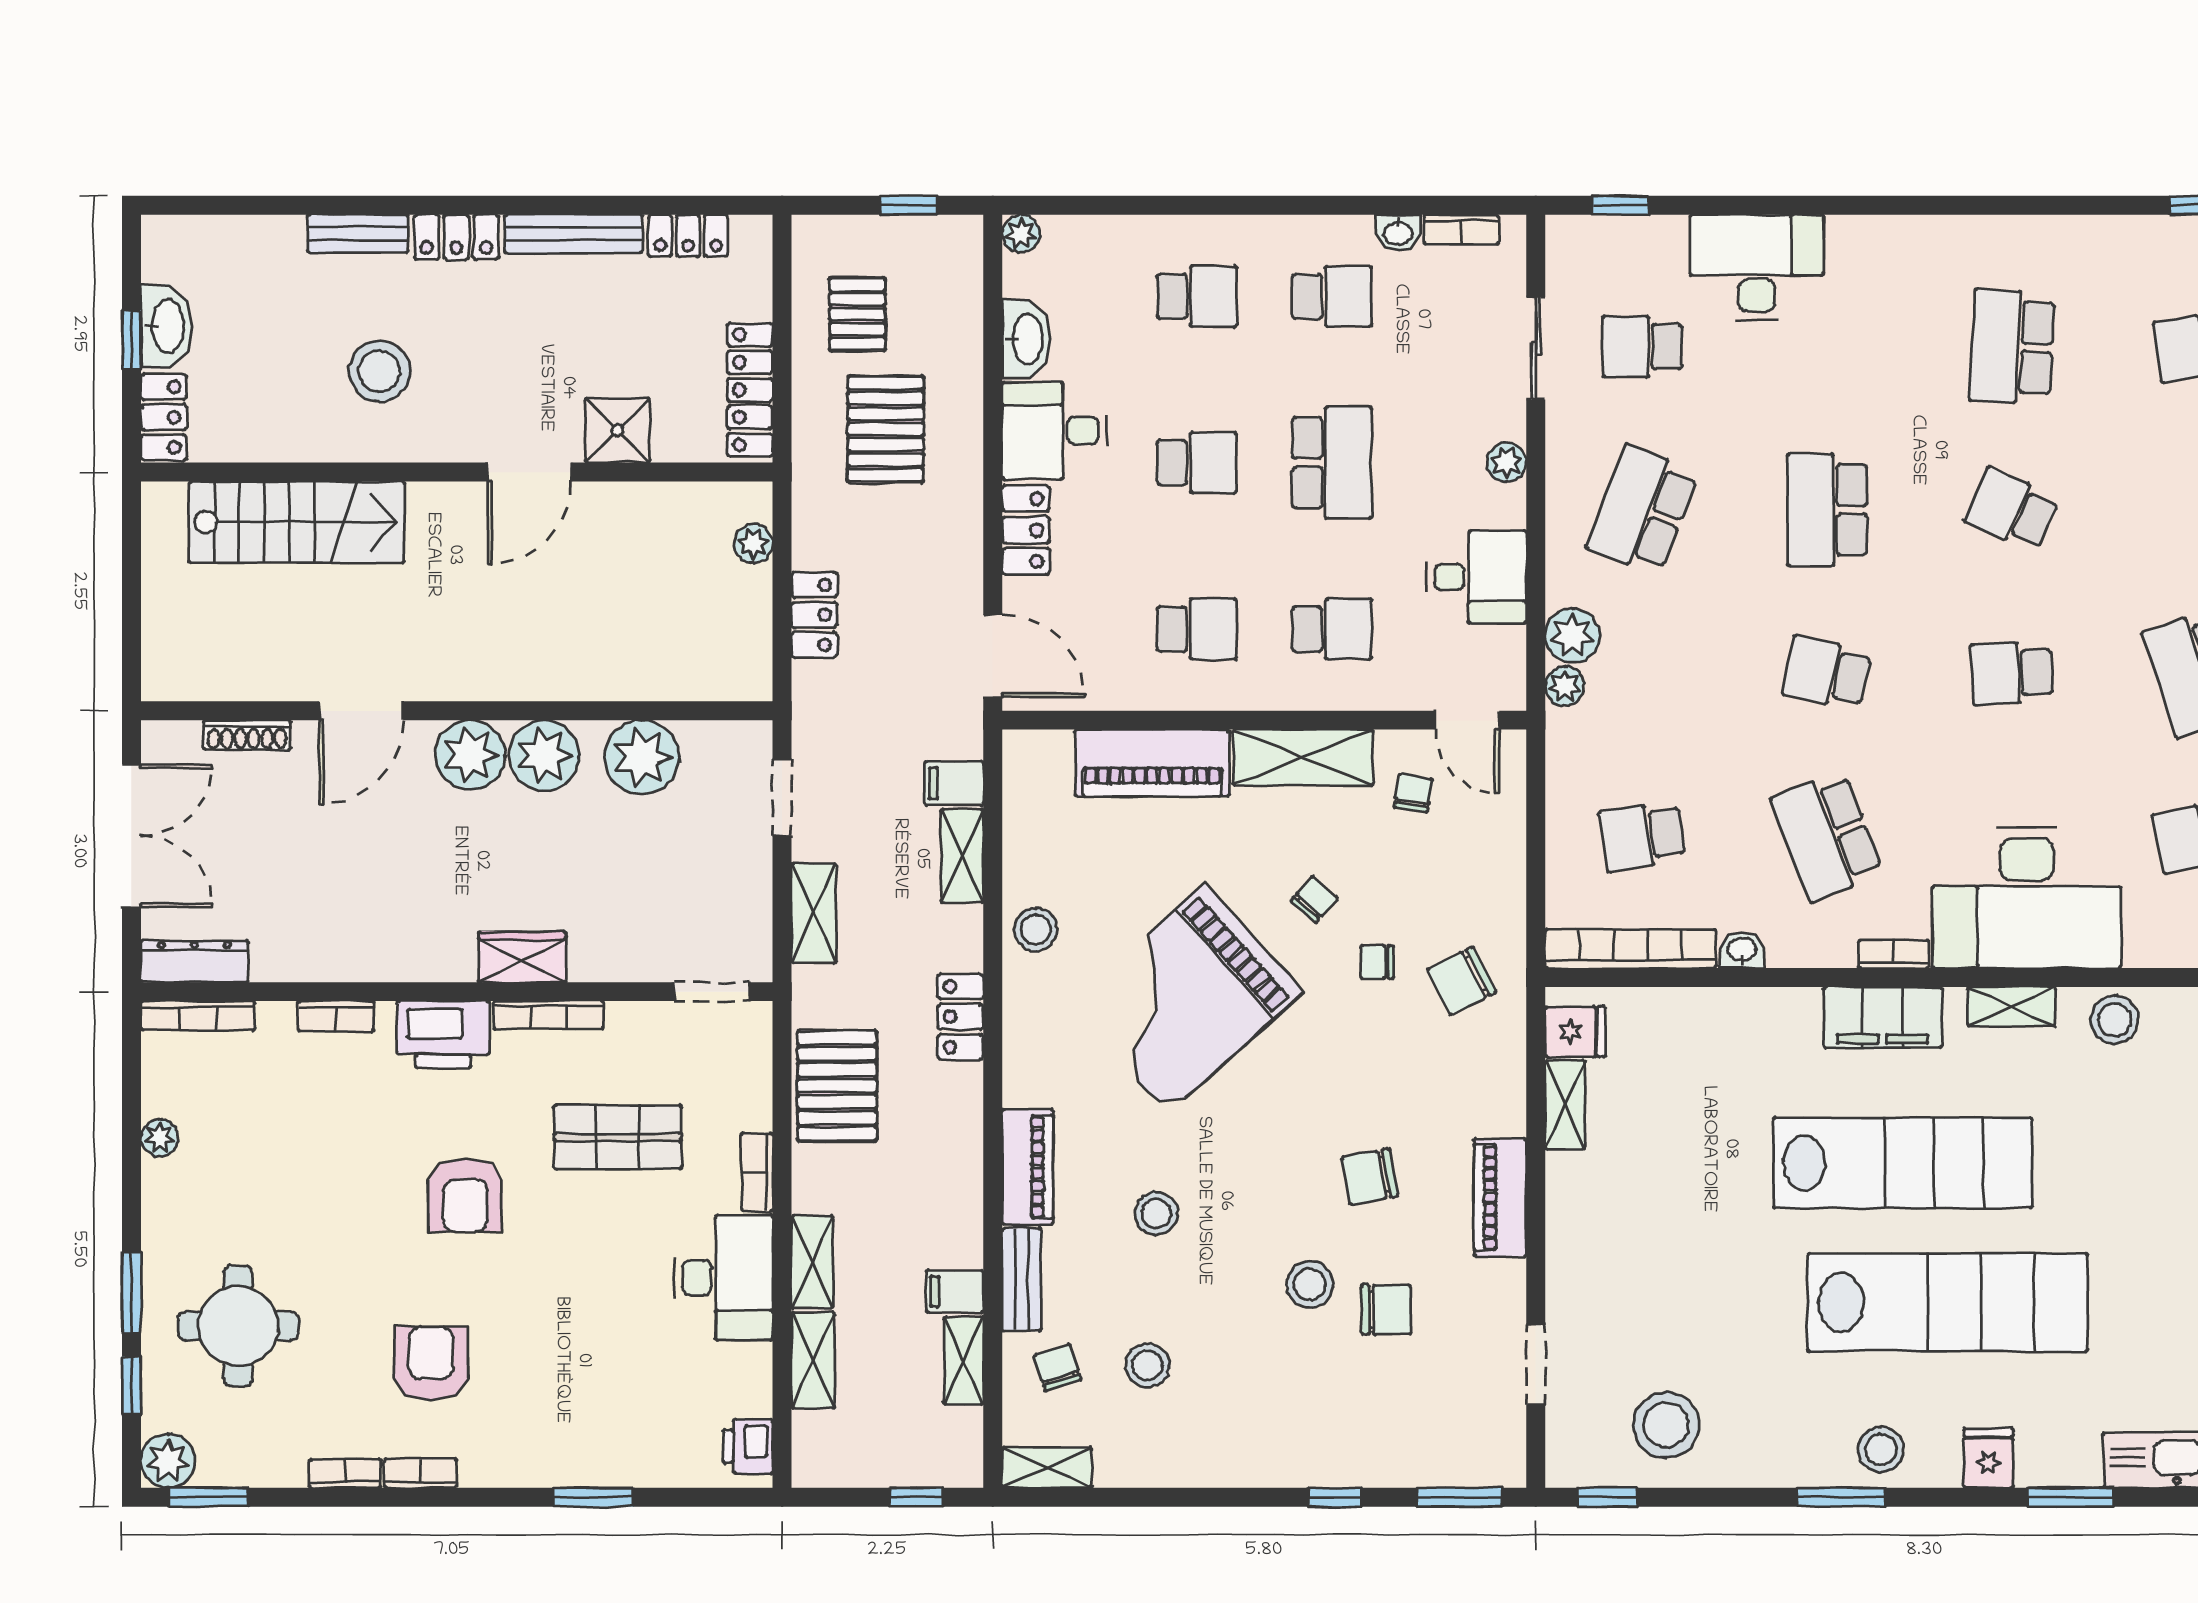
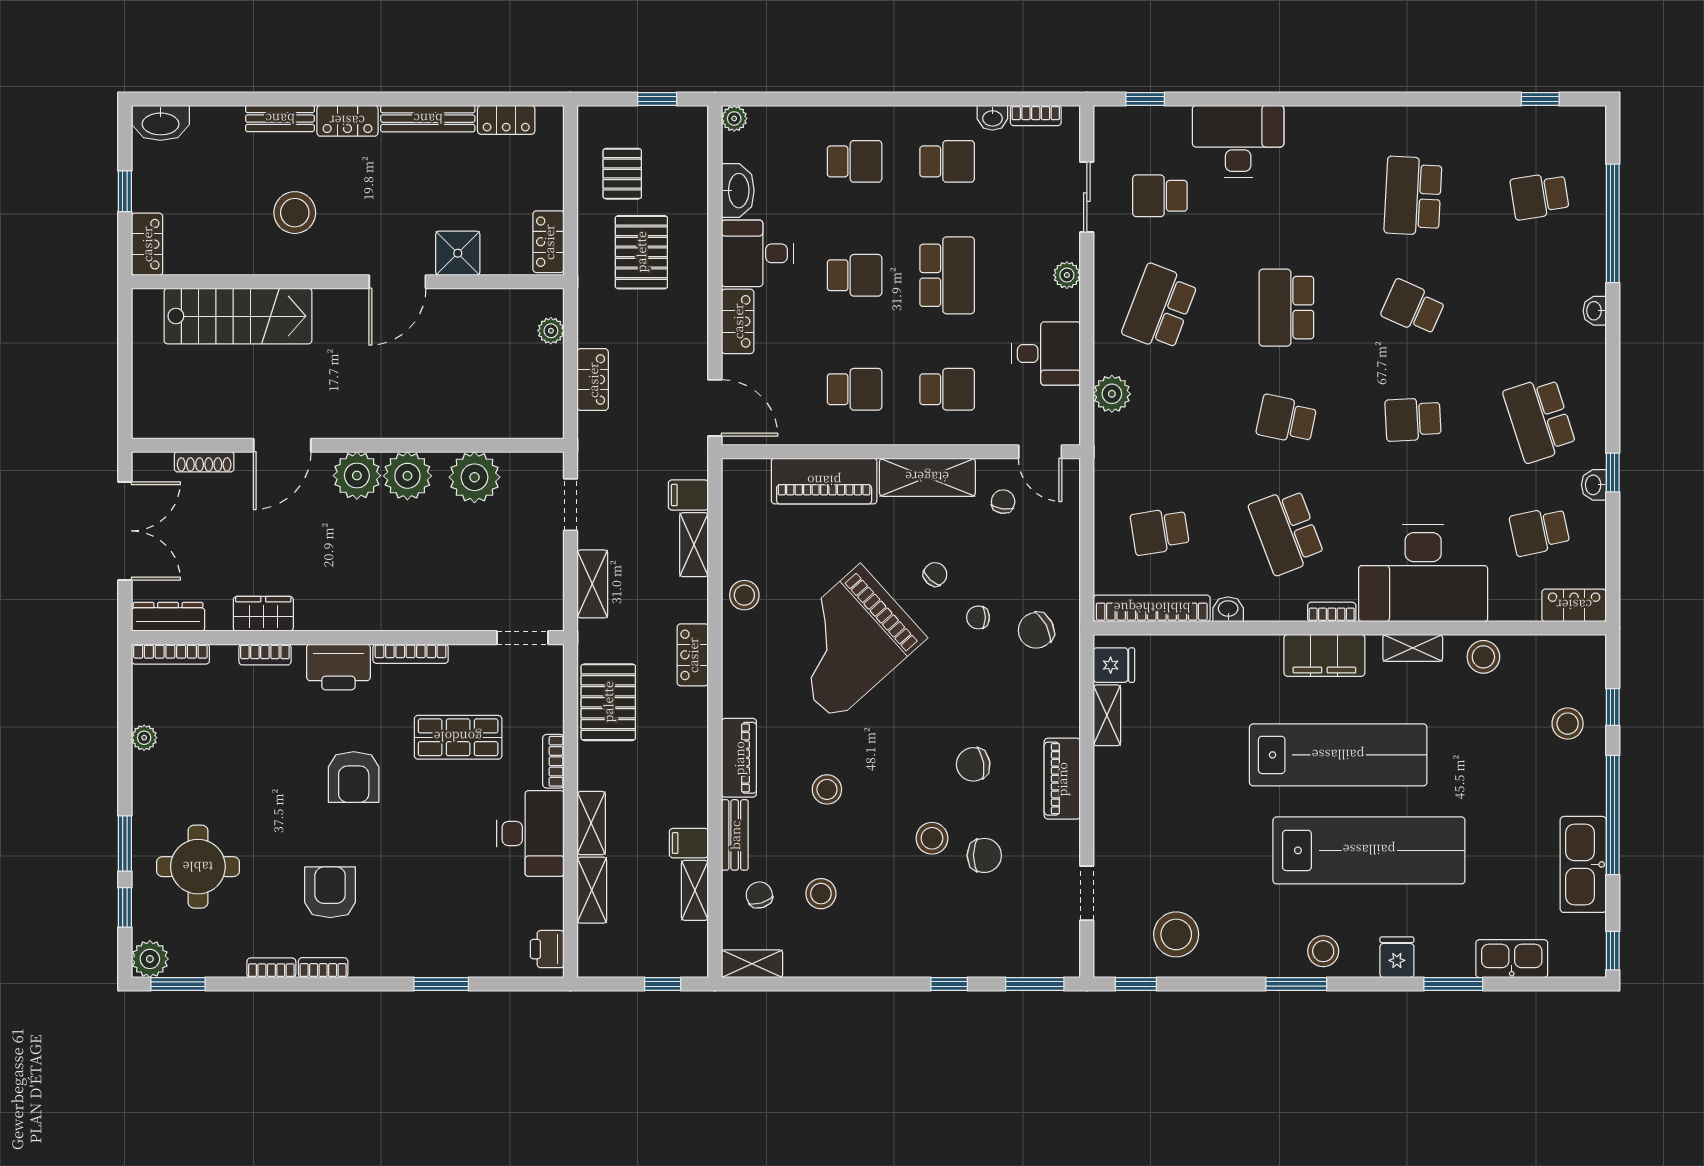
washbasin: (166, 326) -> (161, 123), moved, turned 90
locker: (750, 390) -> (549, 242), width x0.66
plant: (1565, 686) -> (1107, 428), removed
wardrobe: (522, 957) -> (263, 614), moved

